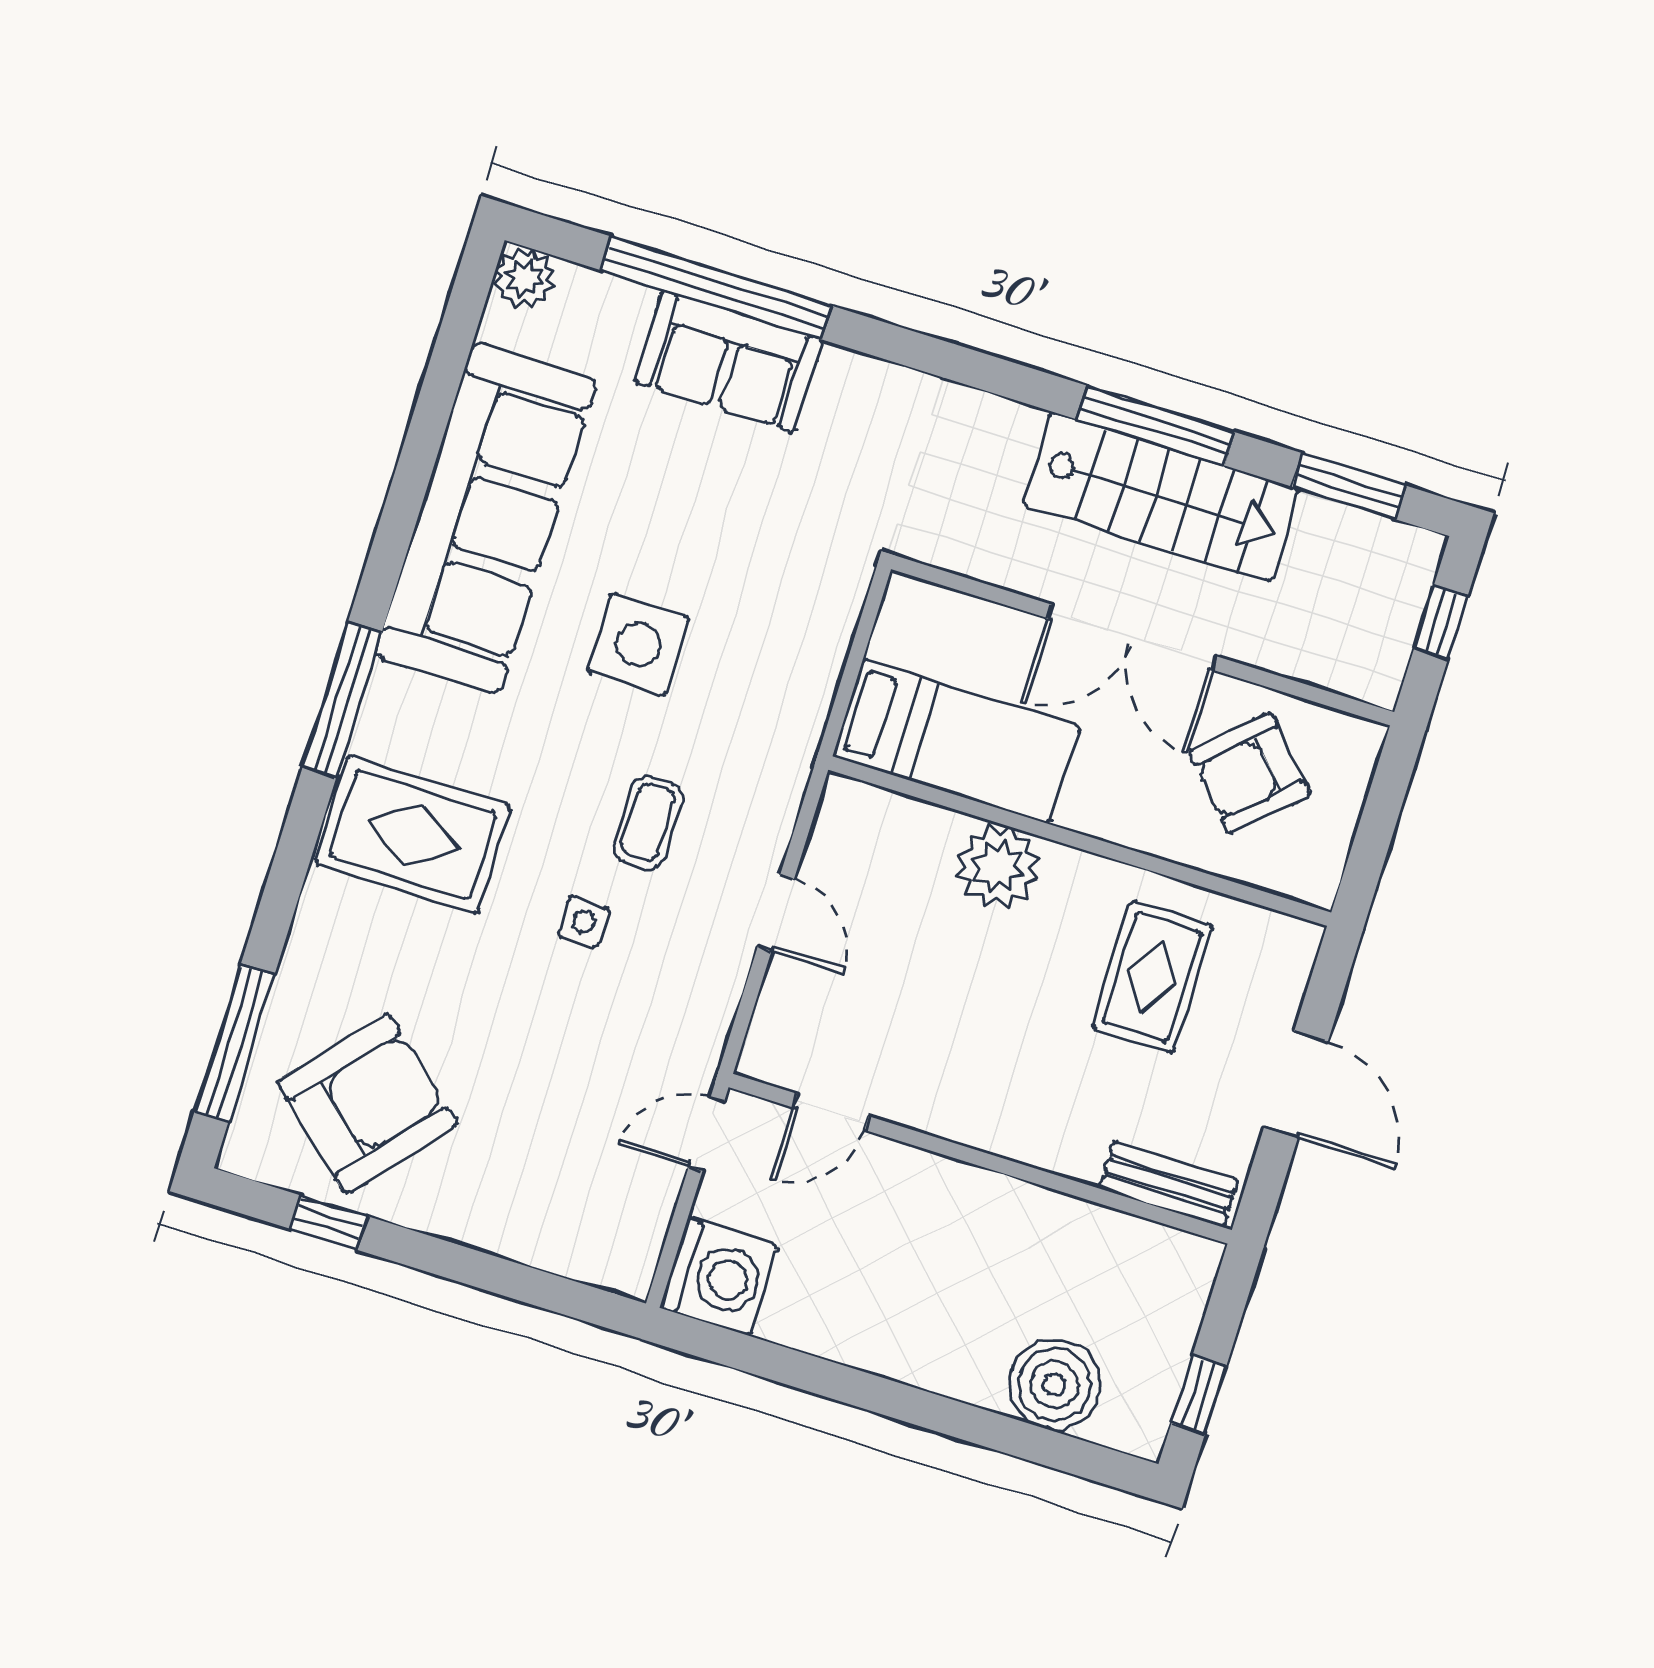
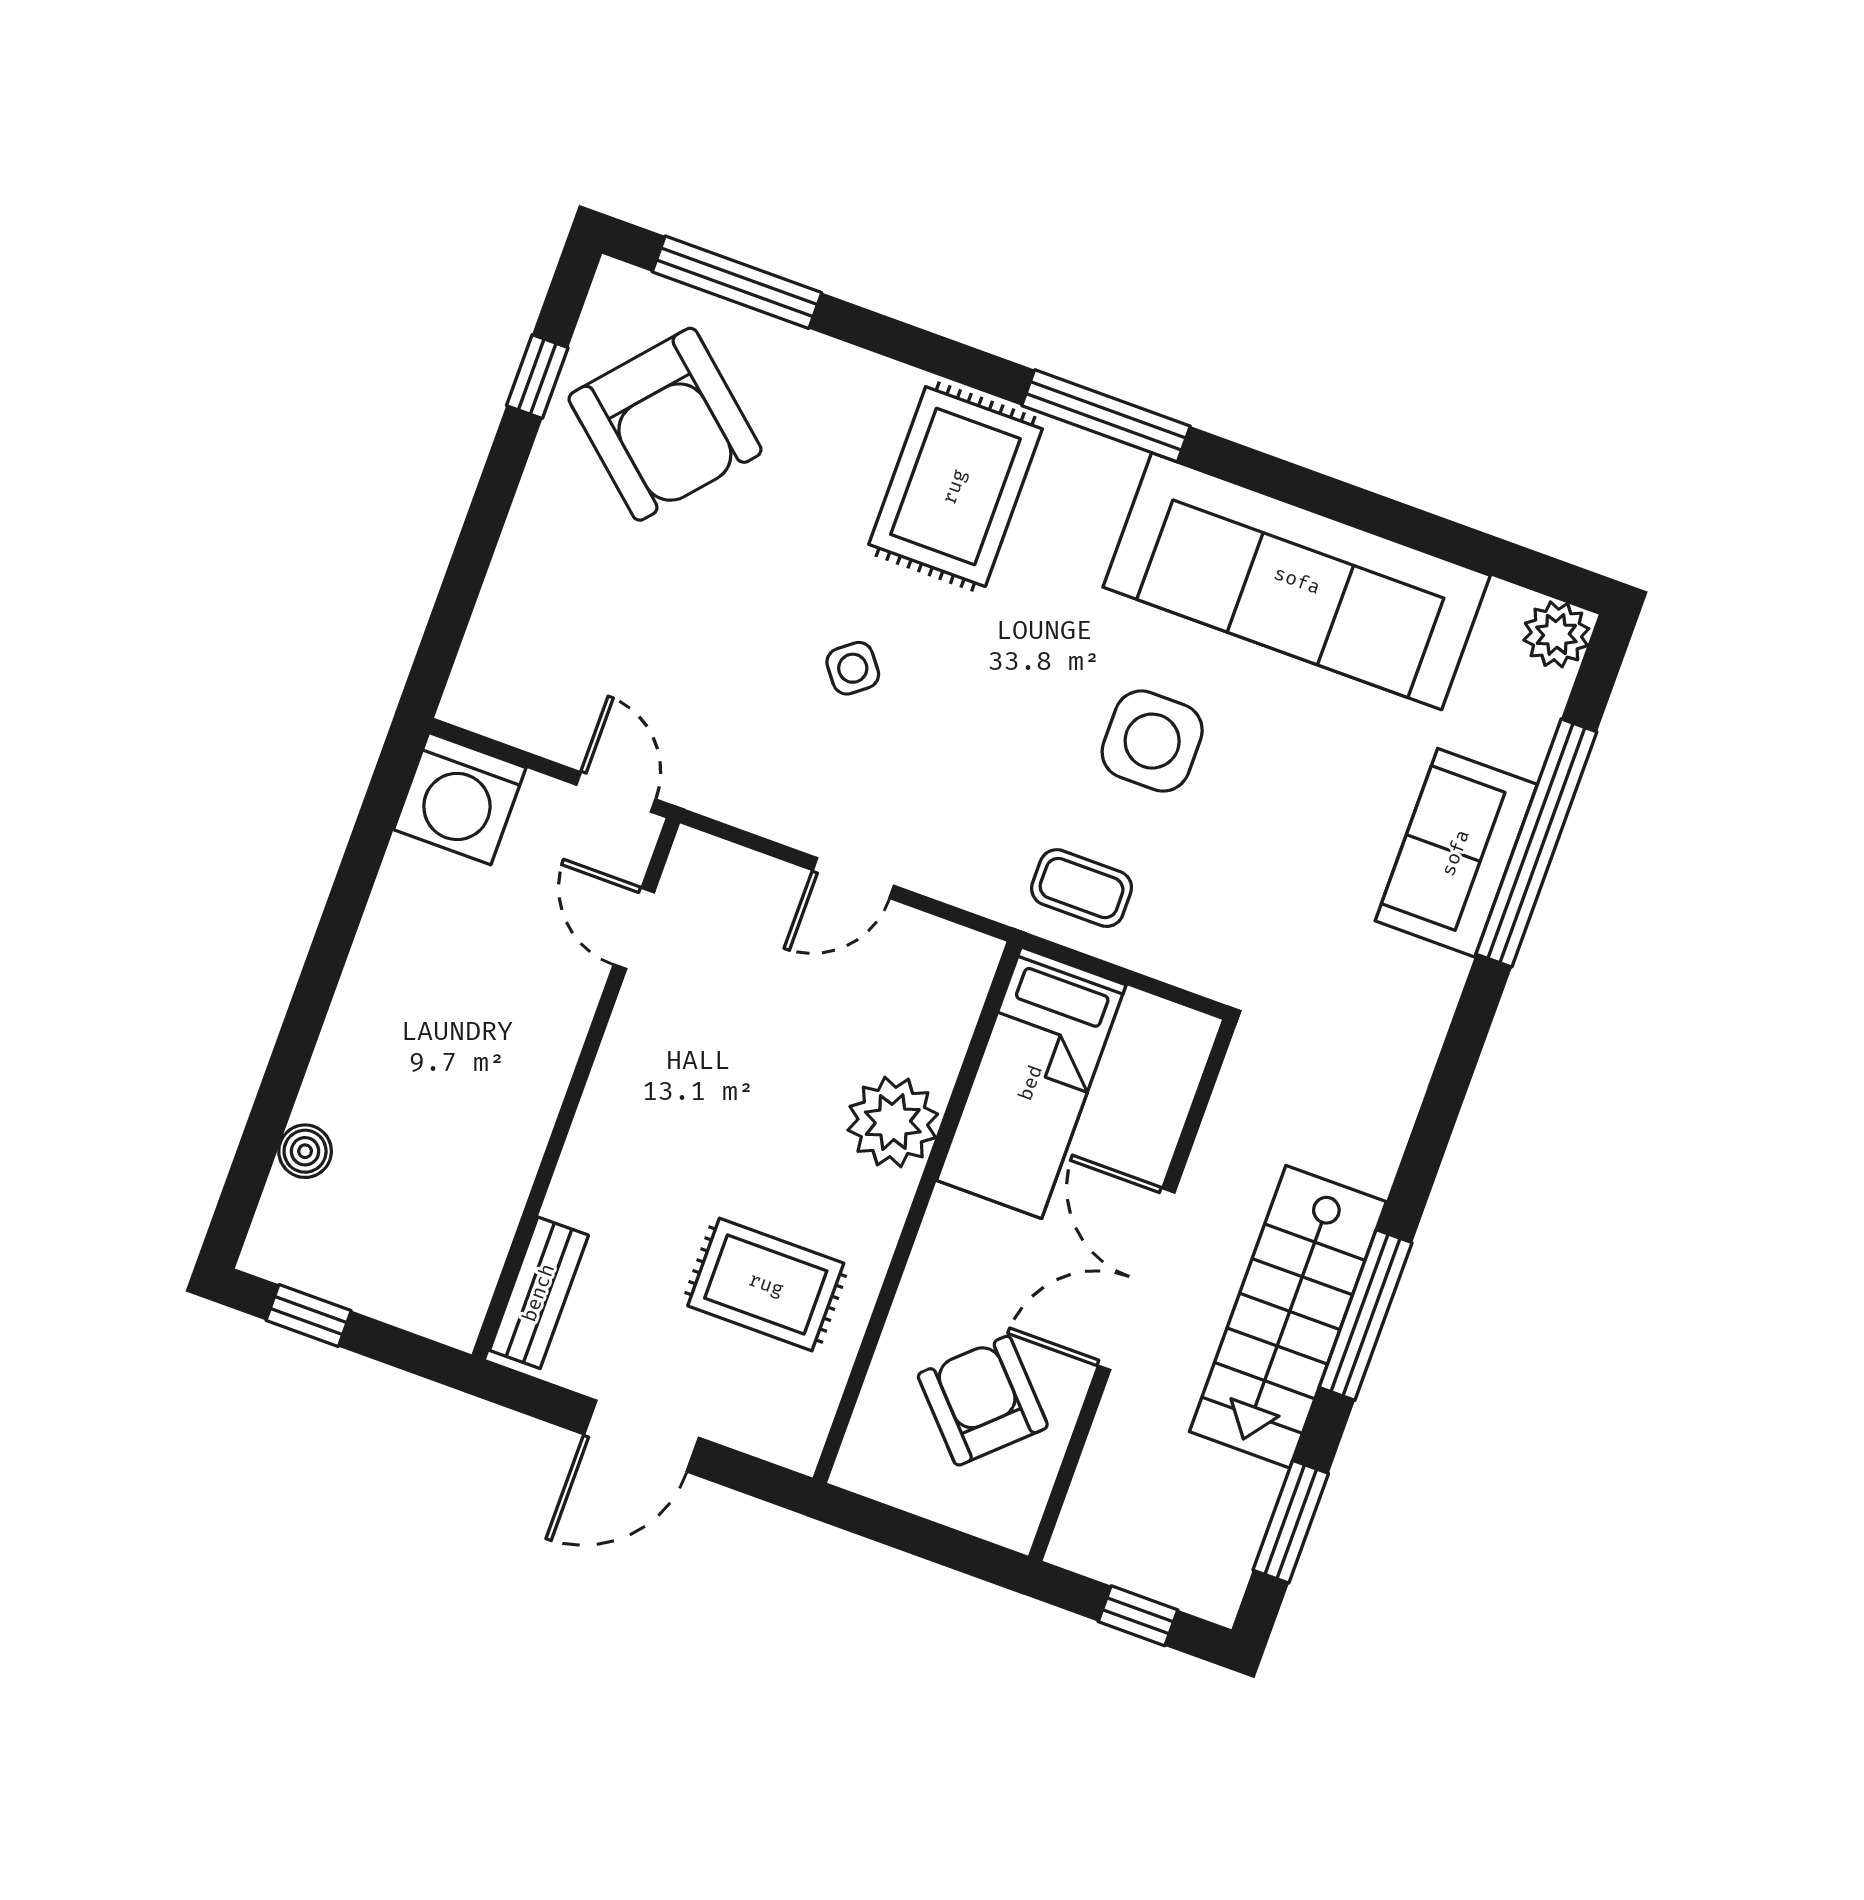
coffee table: (648, 822) -> (1082, 888), moved
side table: (584, 922) -> (853, 668), turned -38
boiler: (1055, 1385) -> (305, 1151), width x0.54, depth x0.54

